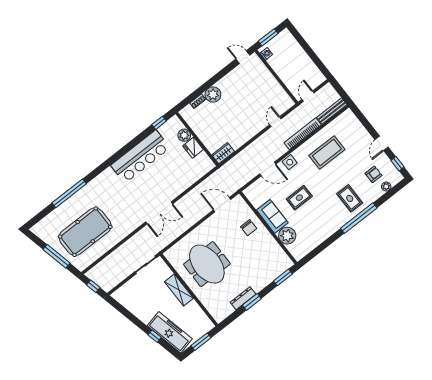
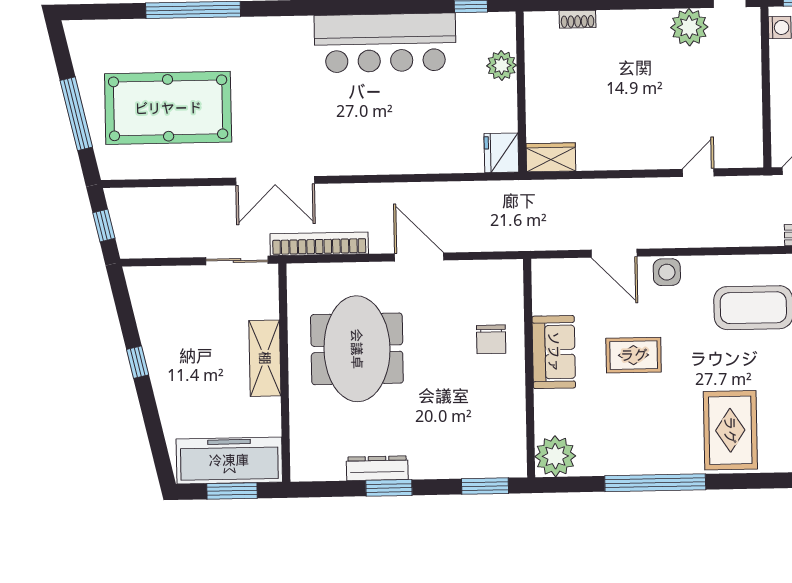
plant: (213, 95) -> (689, 27), moved
bookcase: (303, 134) -> (319, 244), moved
fridge: (193, 148) -> (501, 153), moved
rug: (350, 198) -> (730, 430), width x1.36, depth x1.43
door: (222, 205) -> (419, 257), moved
double door: (159, 213) -> (275, 181), moved
window: (359, 218) -> (655, 483), moved
plant: (287, 236) -> (555, 456), moved
freezer: (170, 332) -> (229, 460), moved, turned -77
window: (155, 336) -> (138, 362), moved

